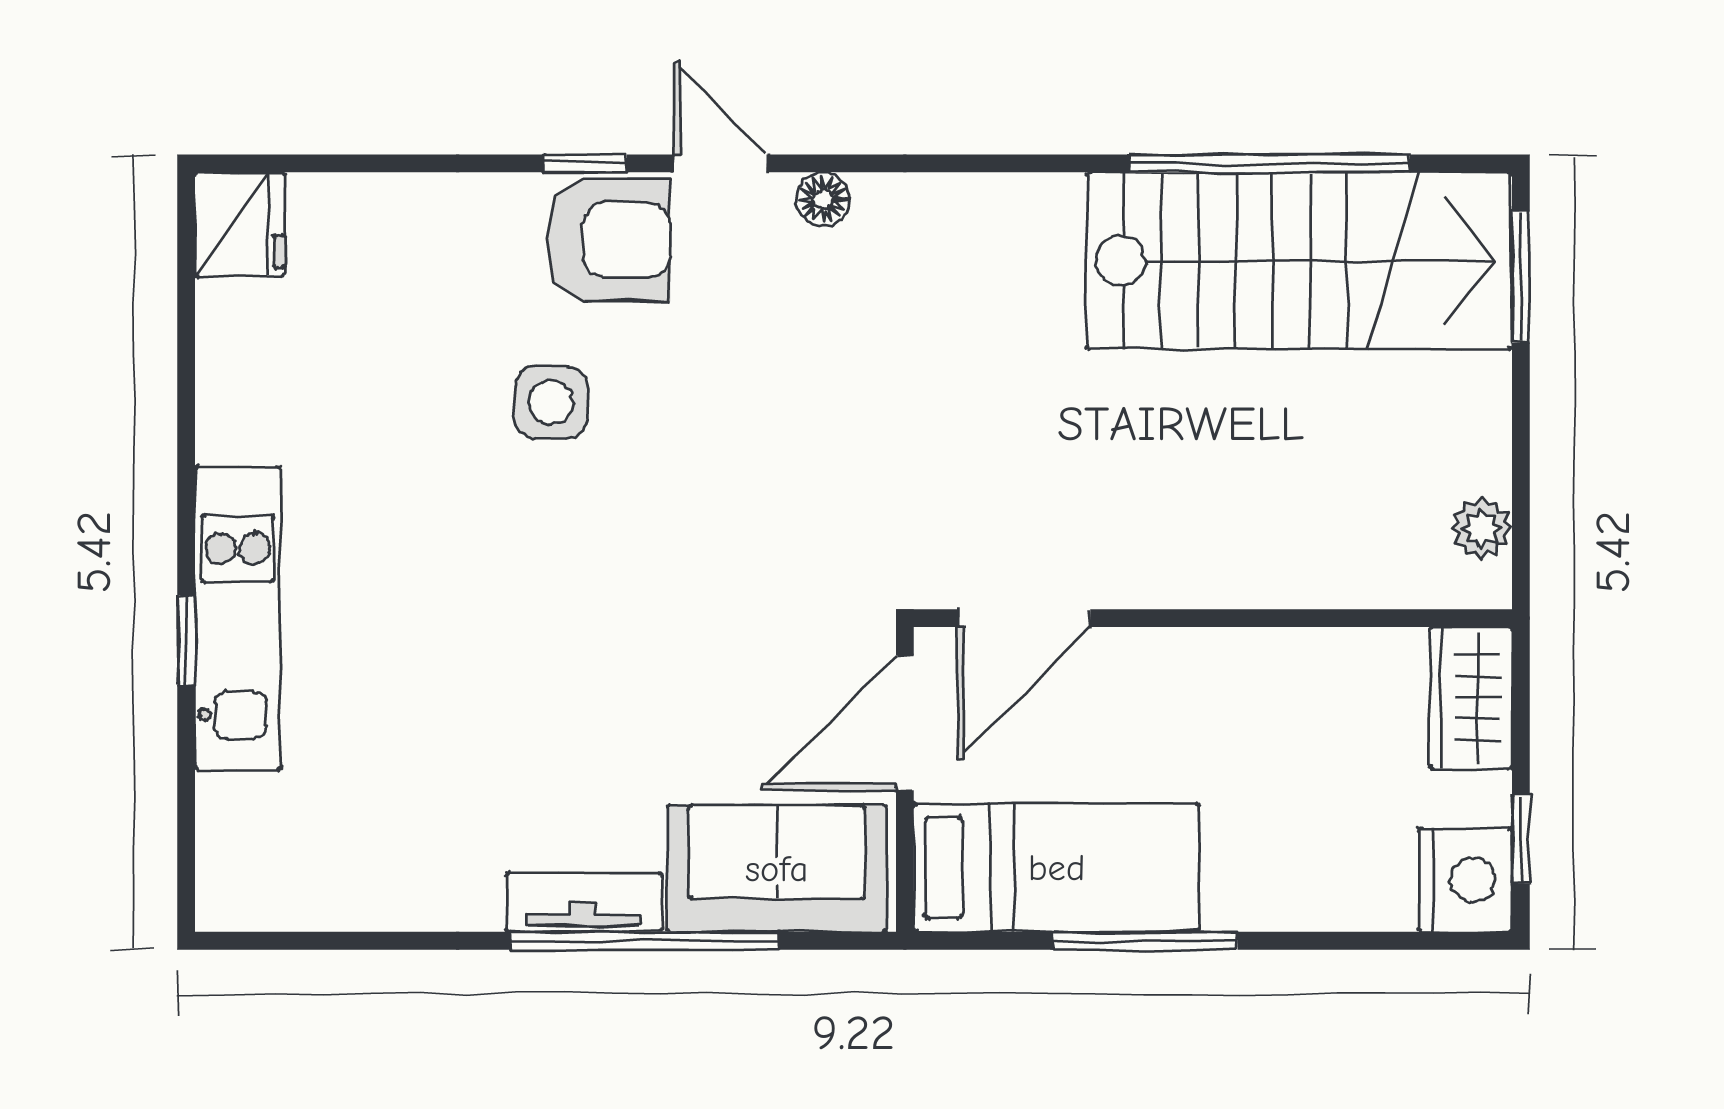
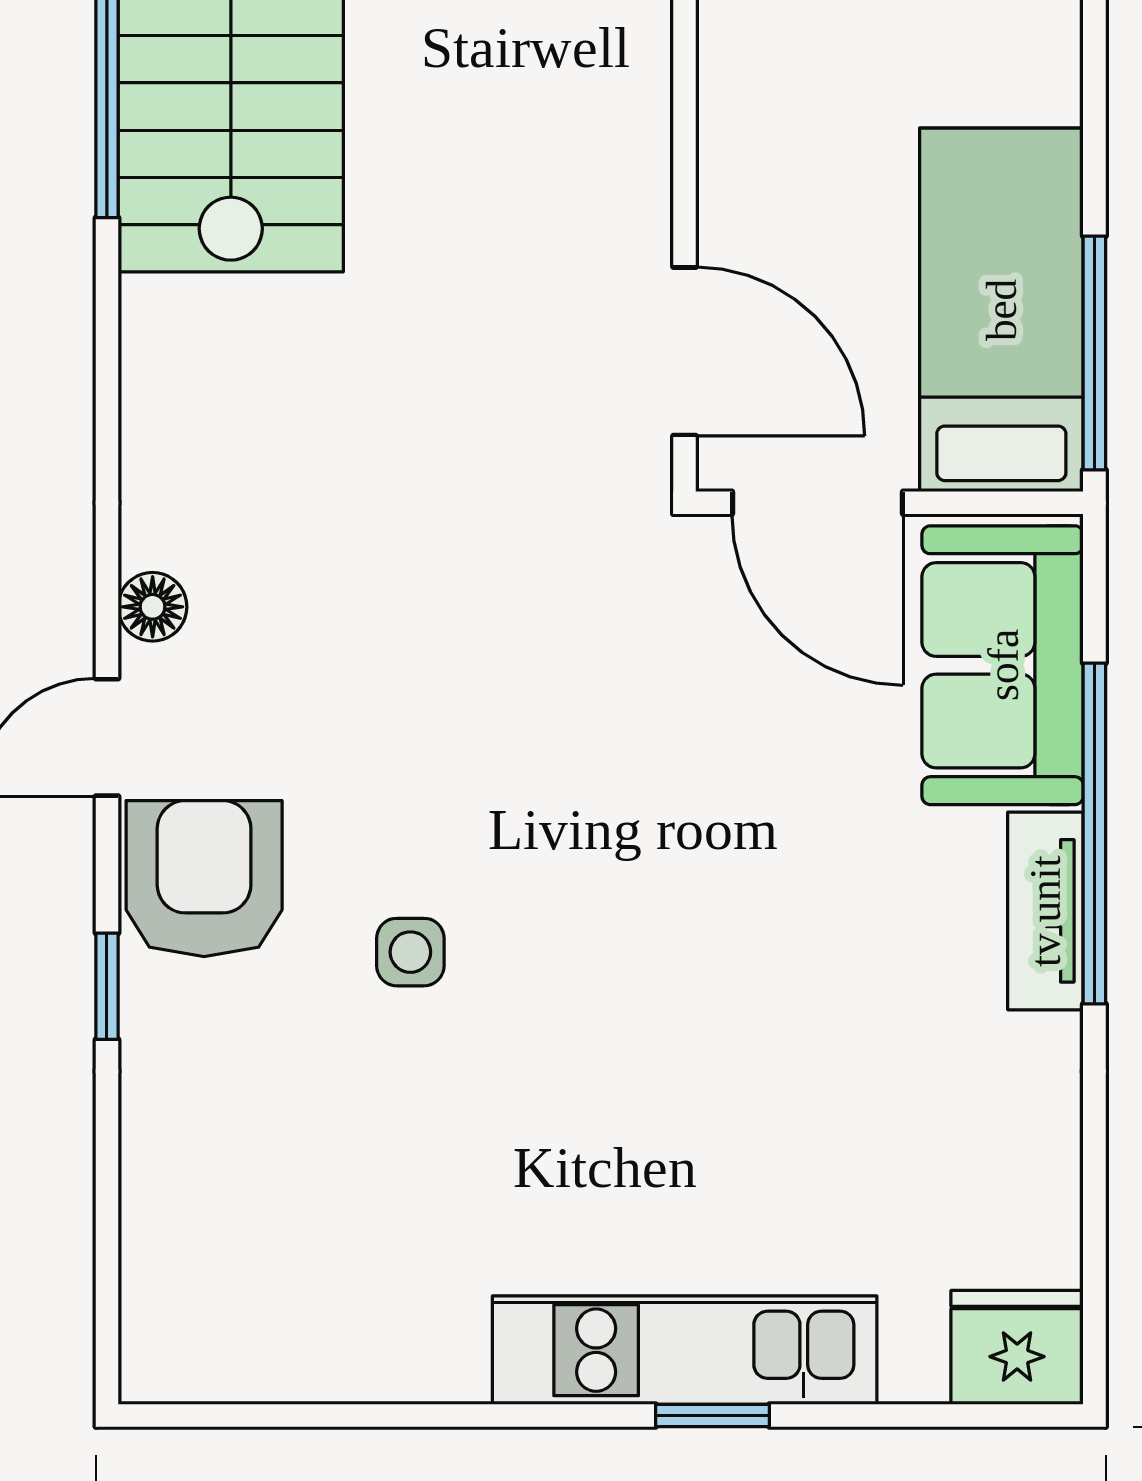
window: (585, 163) -> (107, 986), moved
fridge: (240, 224) -> (1017, 1347), moved
side table: (551, 402) -> (410, 952), width x0.73, depth x0.73
window: (1145, 941) -> (1094, 353), moved

